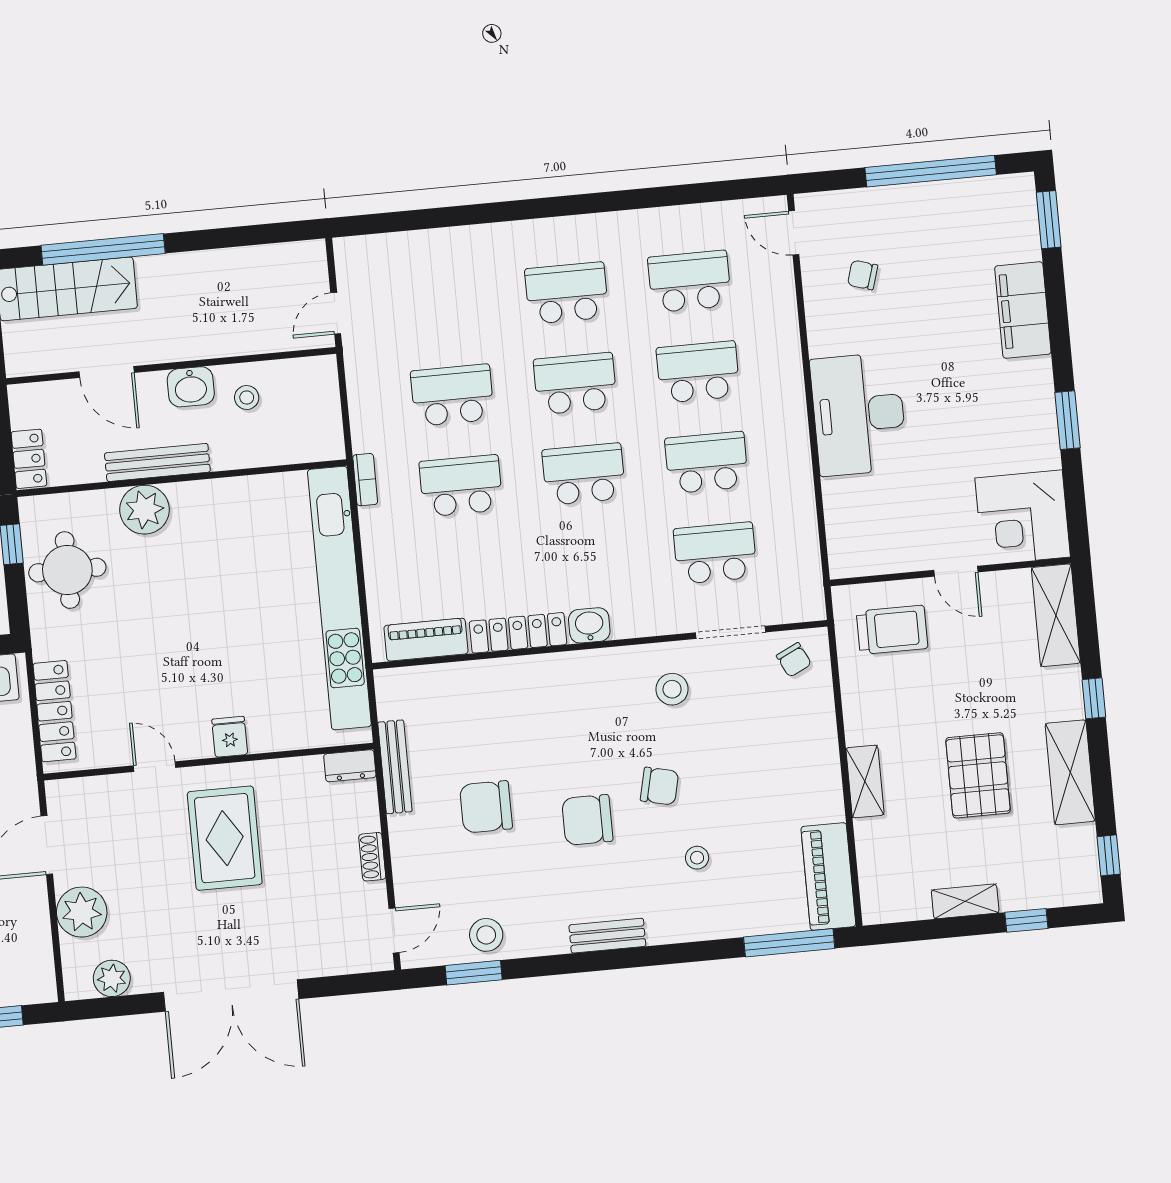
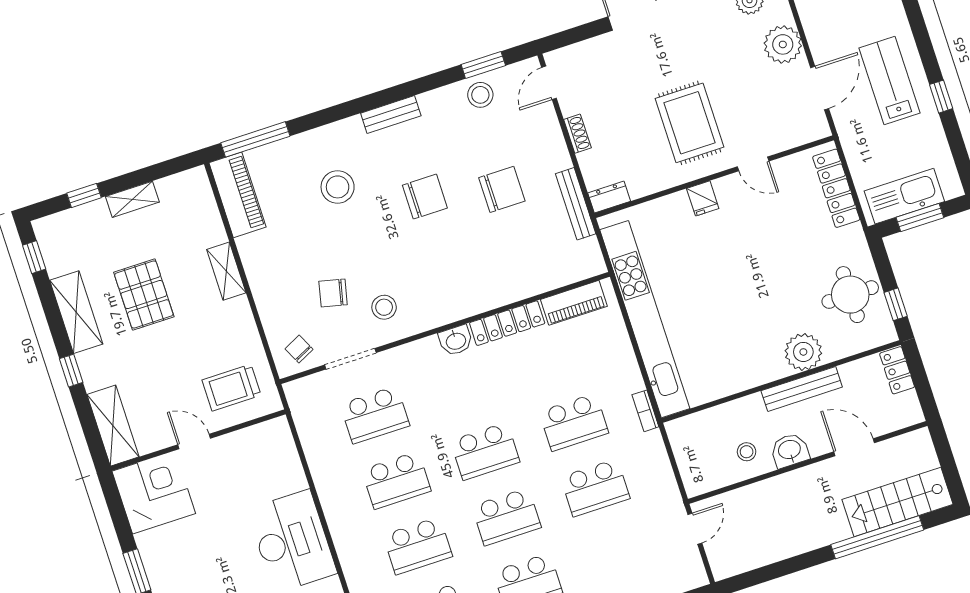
chair: (659, 786) -> (333, 293), moved
stool: (697, 858) -> (338, 187), width x1.89, depth x1.89

